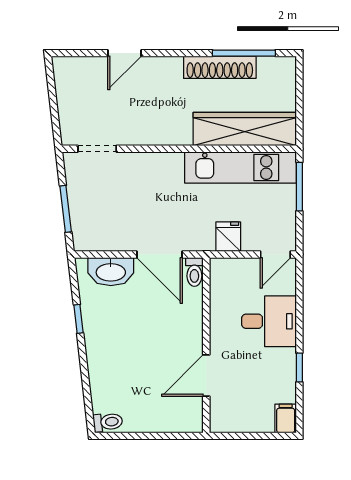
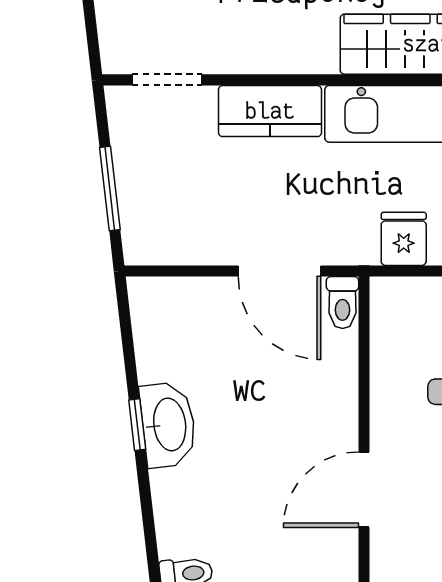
kitchen counter: (154, 166) -> (270, 111), added
washbasin: (111, 272) -> (168, 425), moved, turned -97
window: (78, 319) -> (137, 425), moved

